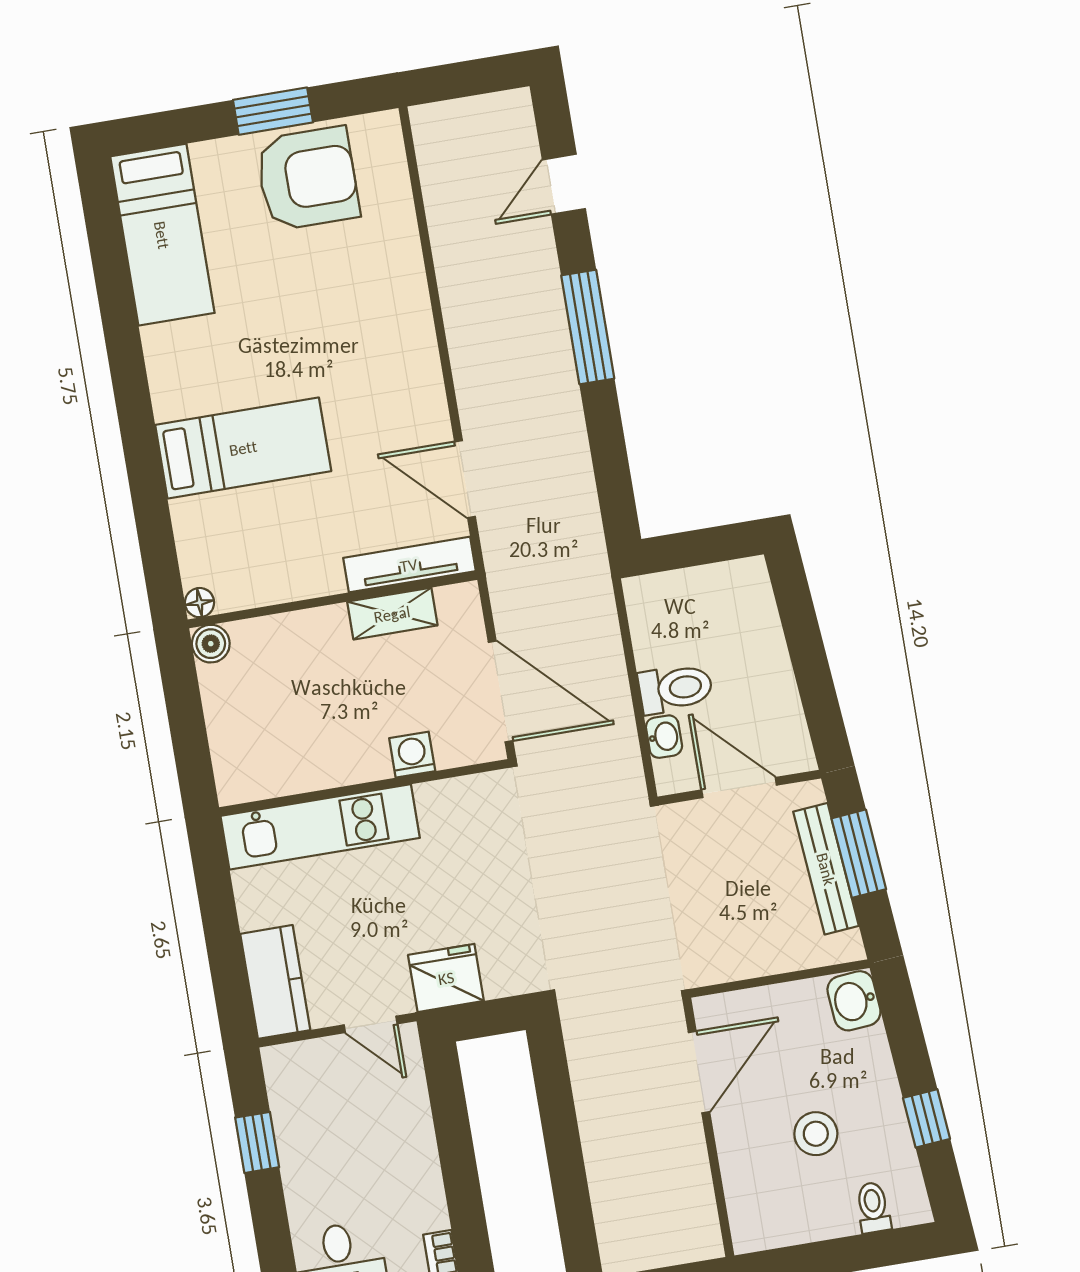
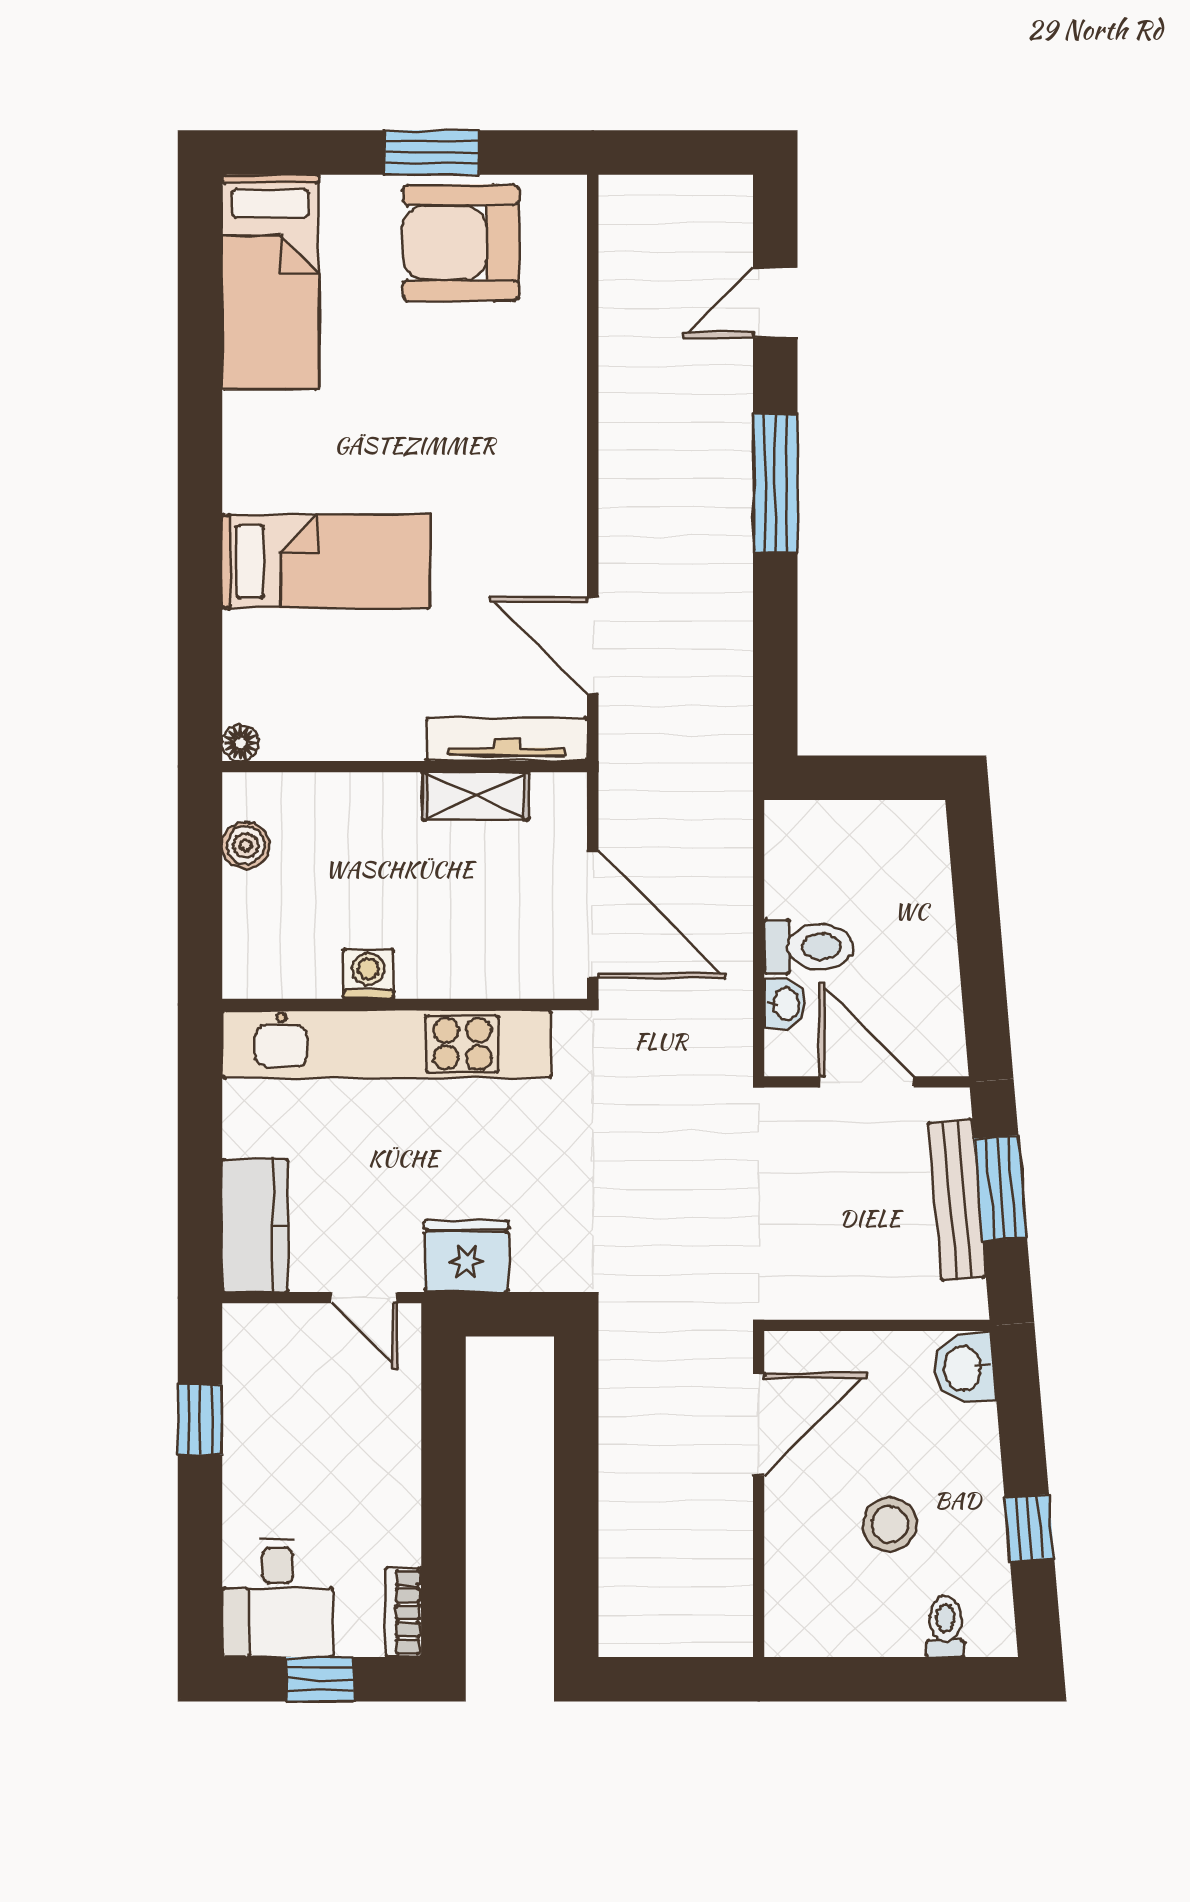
armchair: (308, 179) -> (461, 243), turned 180
boiler: (211, 644) -> (246, 845), moved
washing machine: (412, 755) -> (368, 974), moved
kitchen unit: (320, 827) -> (387, 1044), width x1.36

